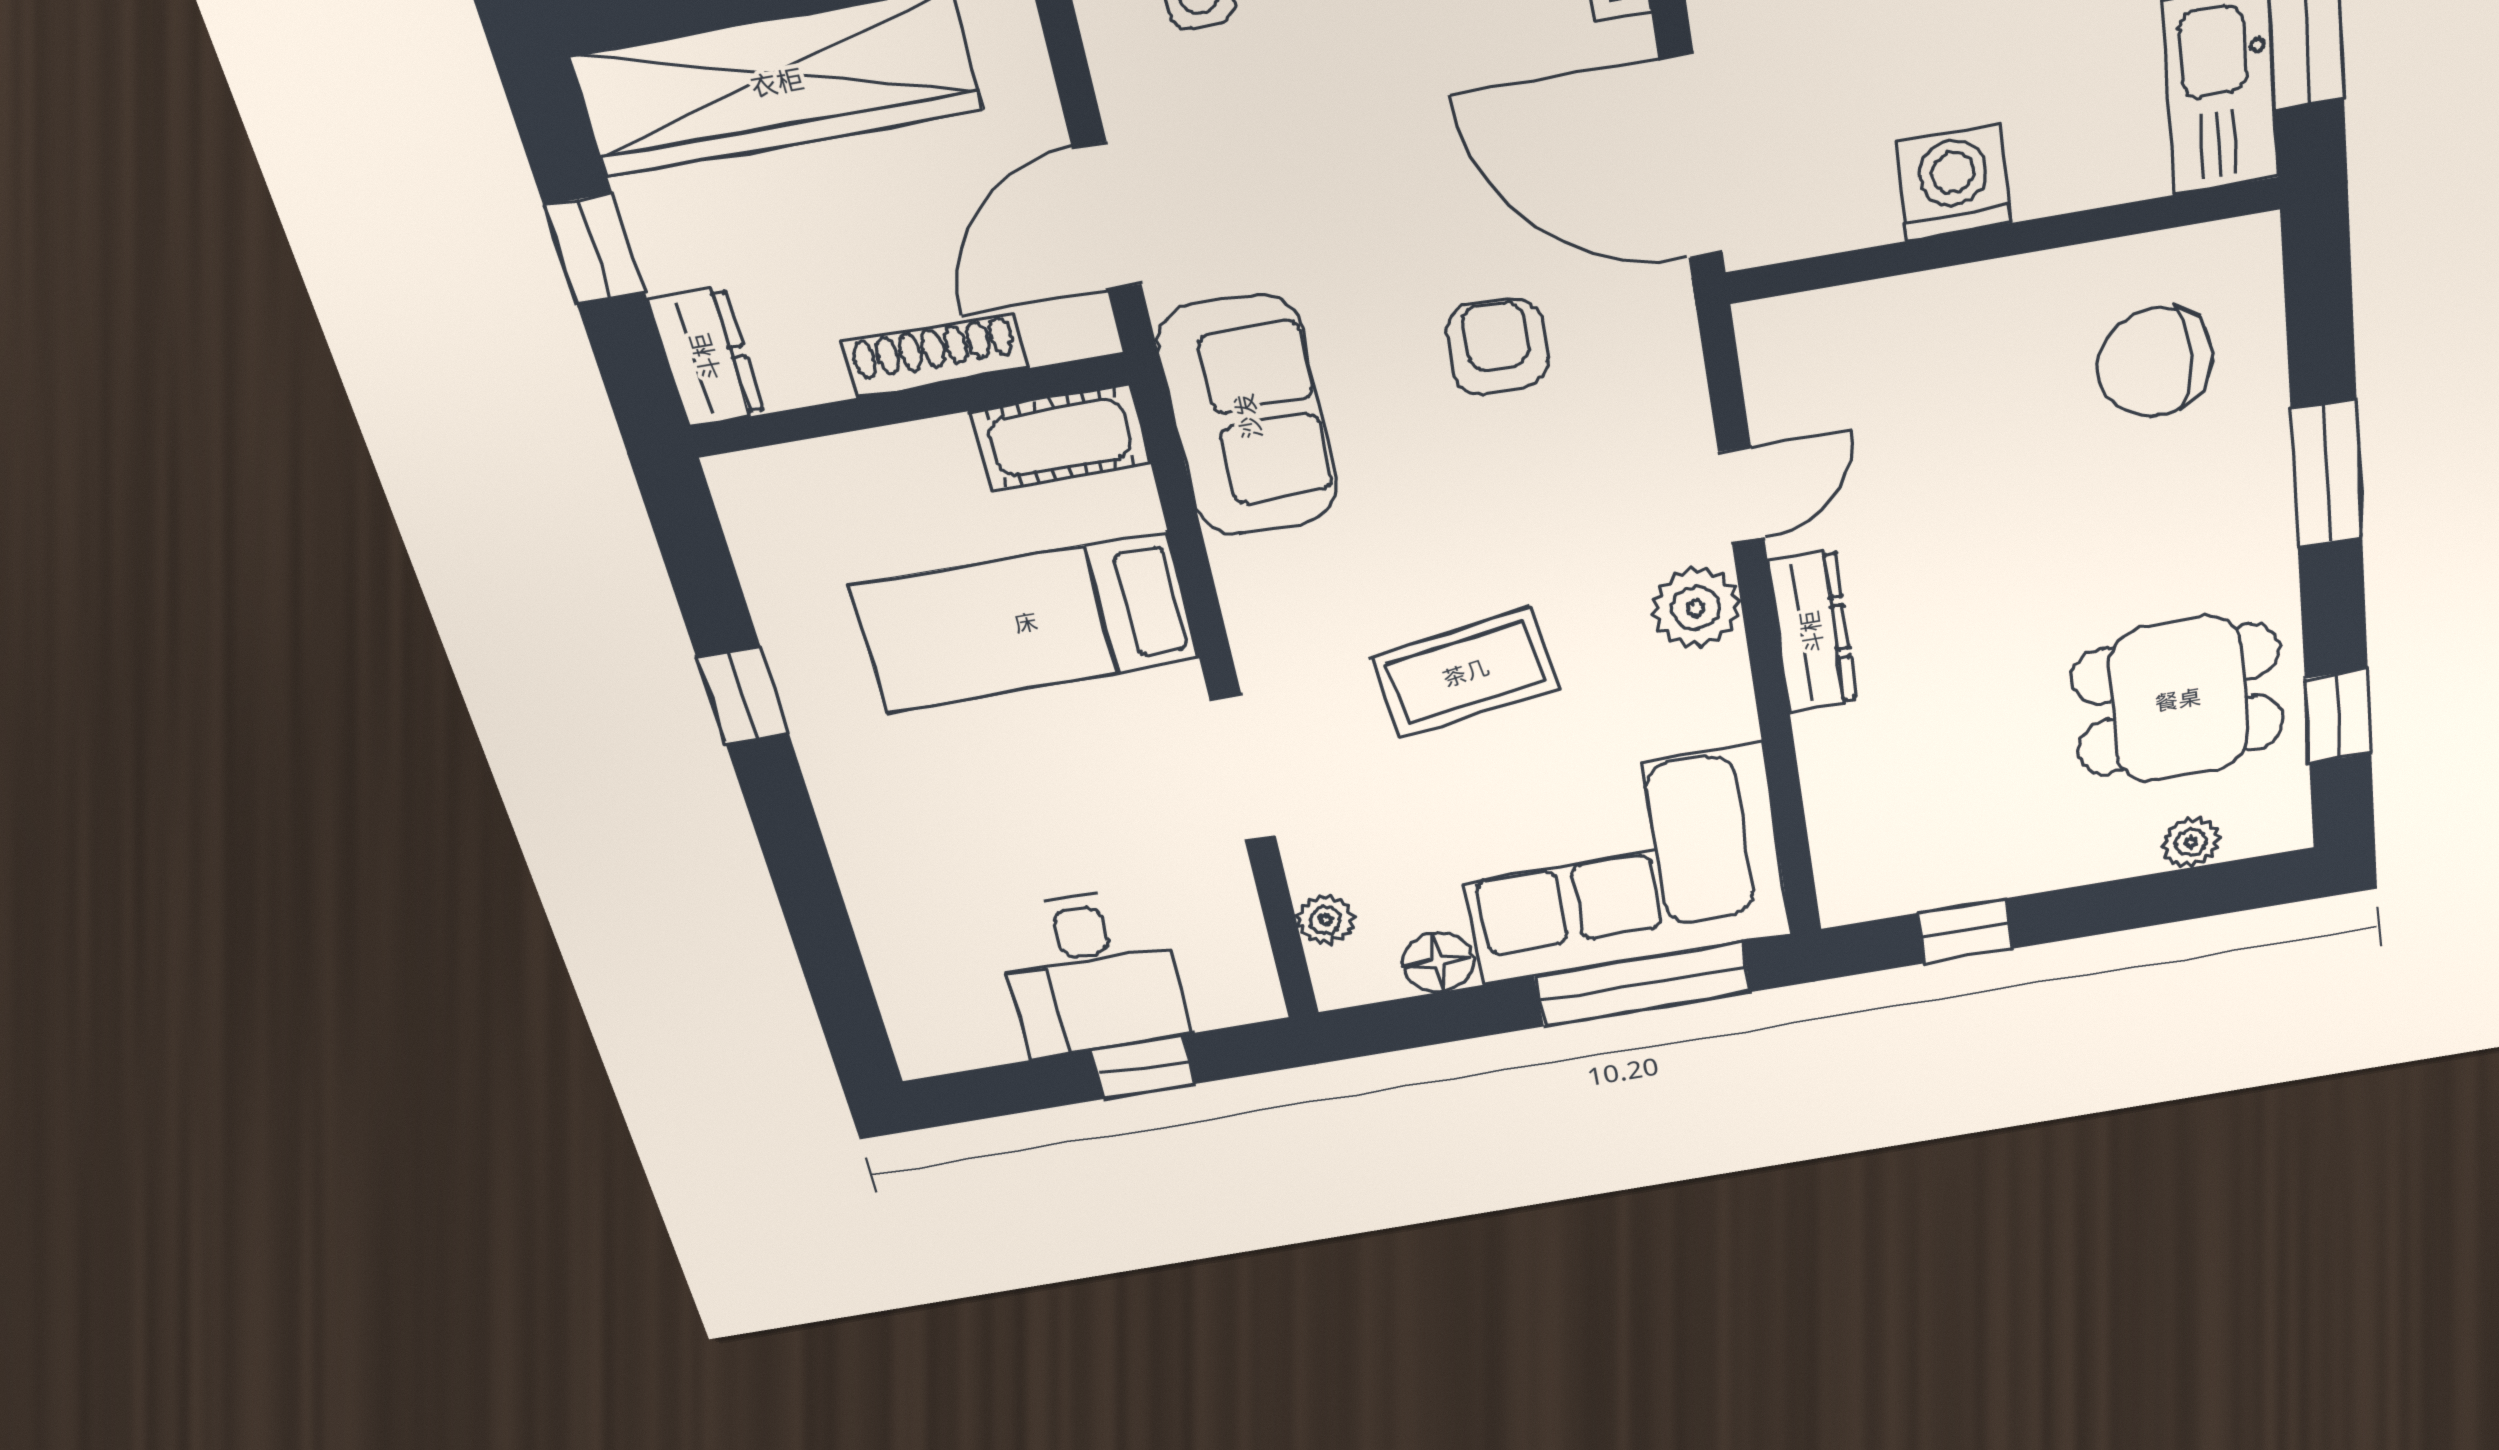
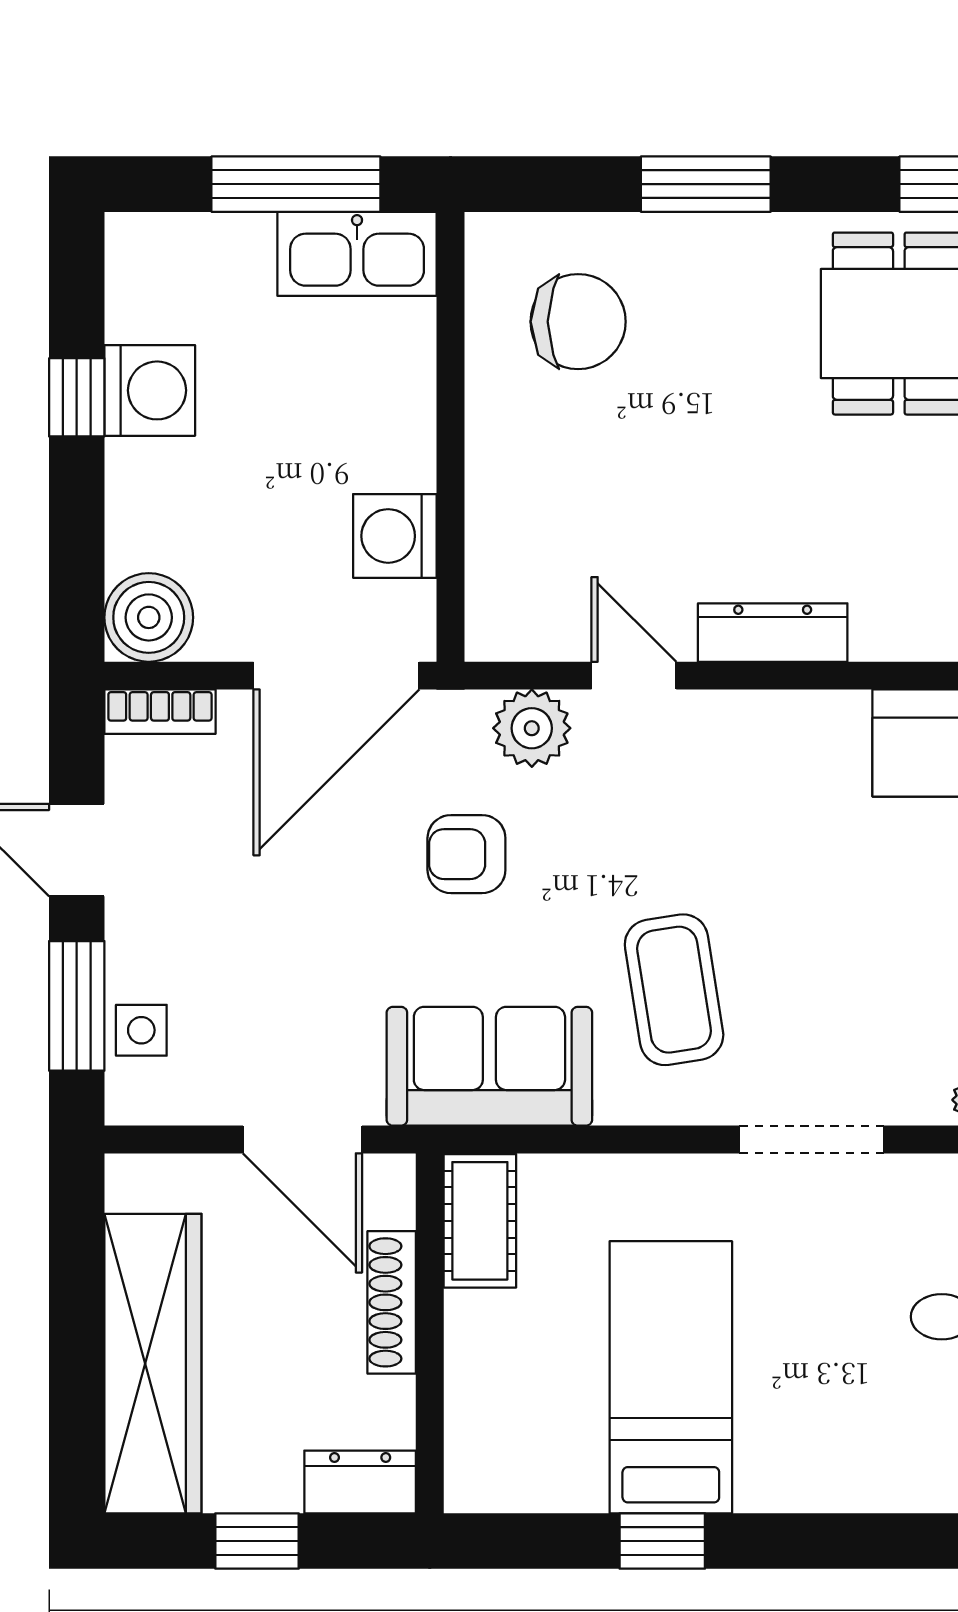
washing machine: (1954, 183) -> (395, 536), moved
chair: (2155, 362) -> (578, 322), turned -90
plant: (1696, 608) -> (532, 728), moved
bed: (1026, 623) -> (671, 1377), moved, turned 180
coffee table: (1466, 673) -> (674, 990), moved

